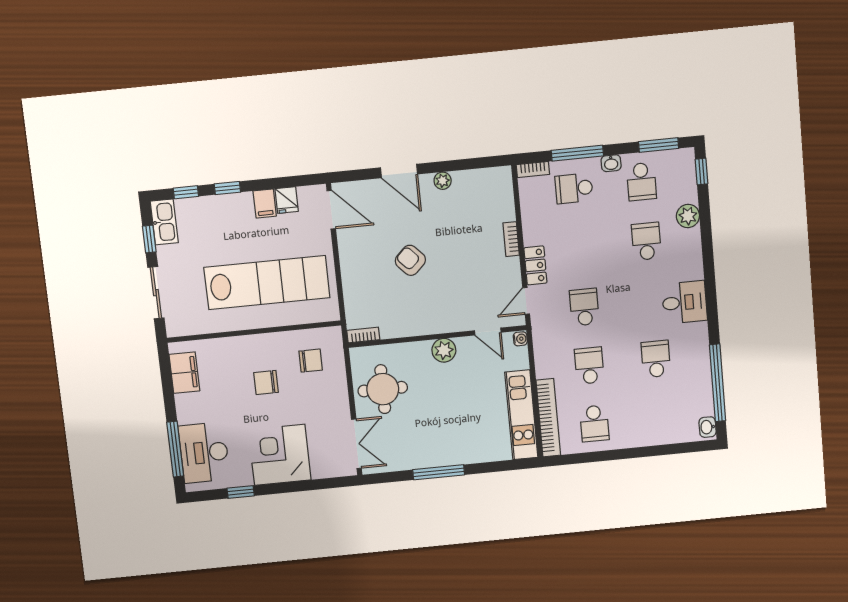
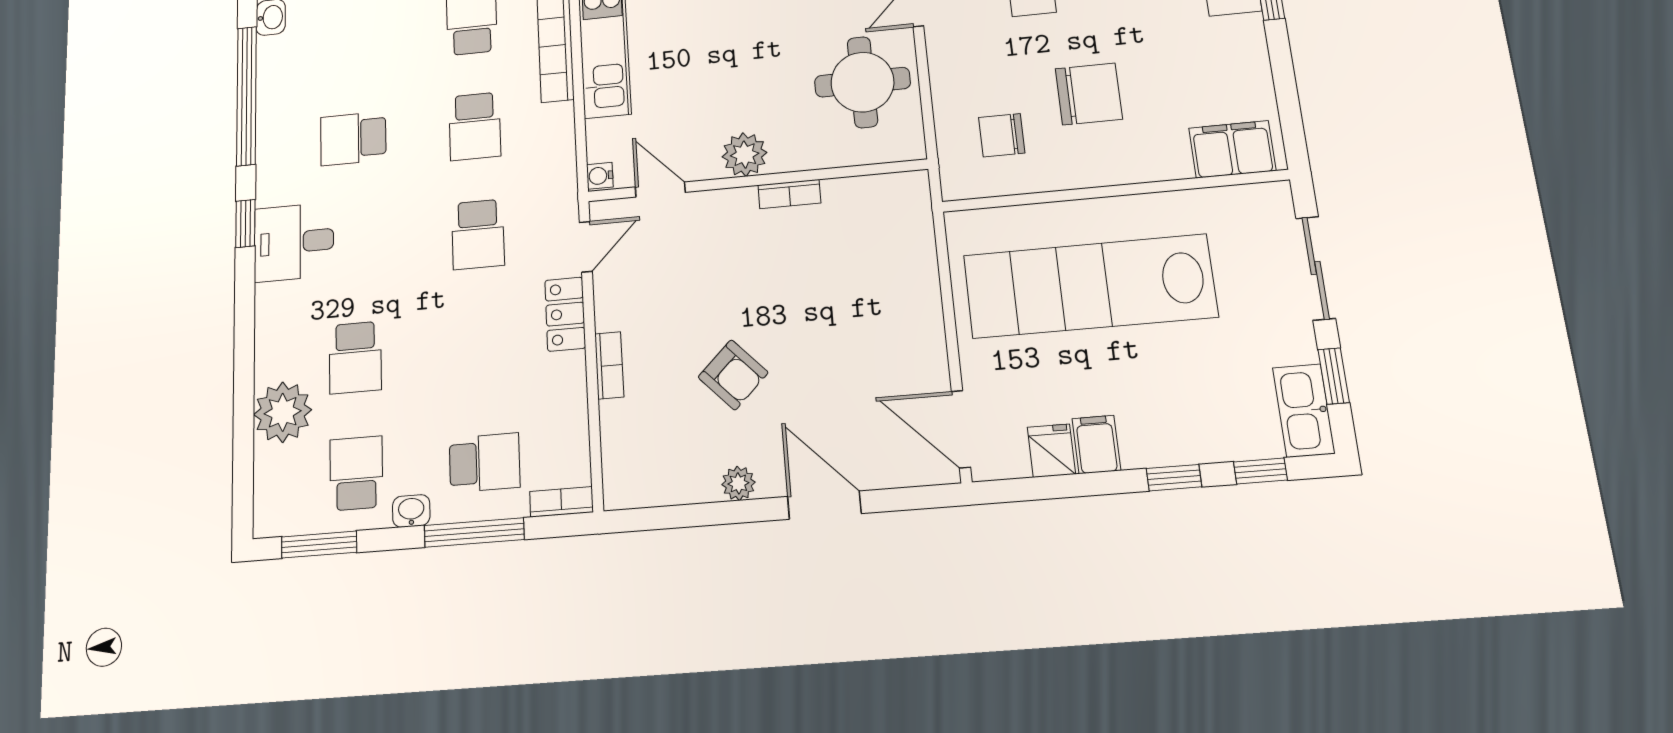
window: (702, 171) -> (245, 223), moved
plant: (688, 216) -> (283, 412), width x1.36, depth x1.36
armchair: (410, 260) -> (733, 375), moved
bookcase: (363, 335) -> (789, 194), moved
school desk: (656, 359) -> (353, 138), turned 90
filing cabinet: (184, 373) -> (1232, 149), moved, turned 90
chair: (266, 382) -> (1089, 94), width x1.37, depth x1.37

